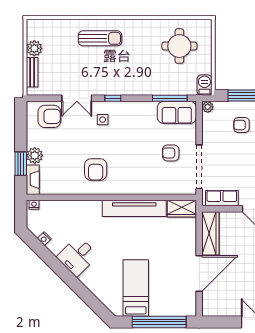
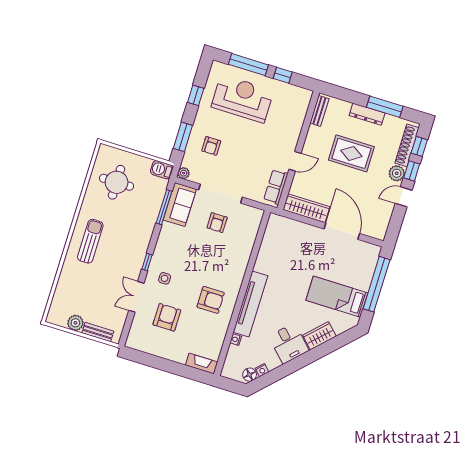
sun lounger: (100, 38) -> (90, 241), moved
double door: (77, 98) -> (136, 297), swing flipped
armchair: (49, 116) -> (167, 317), moved
plant: (35, 155) -> (179, 355), removed
window: (21, 164) -> (183, 370), removed
doorway: (199, 167) -> (220, 194), moved
nightstand: (34, 205) -> (236, 340), moved
tv unit: (134, 208) -> (250, 304), moved
wardrobe: (182, 209) -> (319, 336), moved, turned -135
floor lamp: (36, 228) -> (250, 375), added

